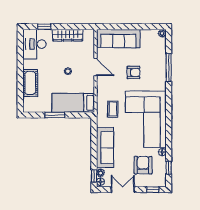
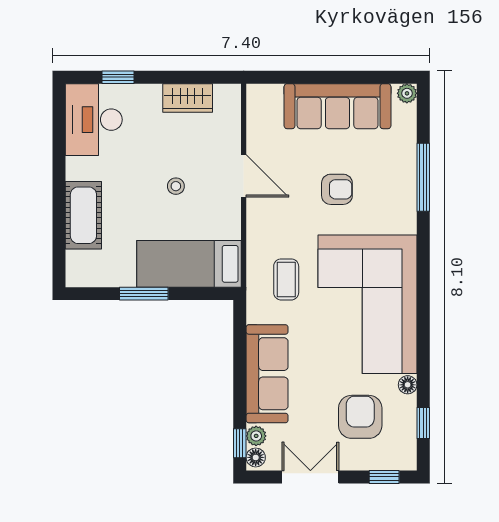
wardrobe: (68, 35) -> (188, 98), width x0.67
sofa: (118, 39) -> (337, 106), moved

